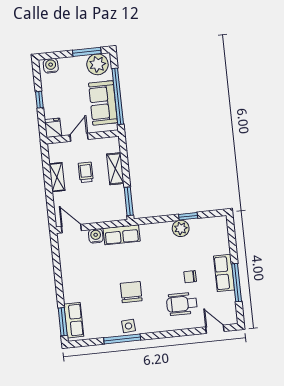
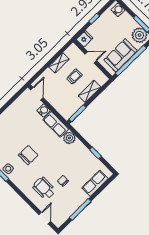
plant: (181, 228) -> (69, 138), moved
row of seats: (224, 273) -> (95, 183), moved

